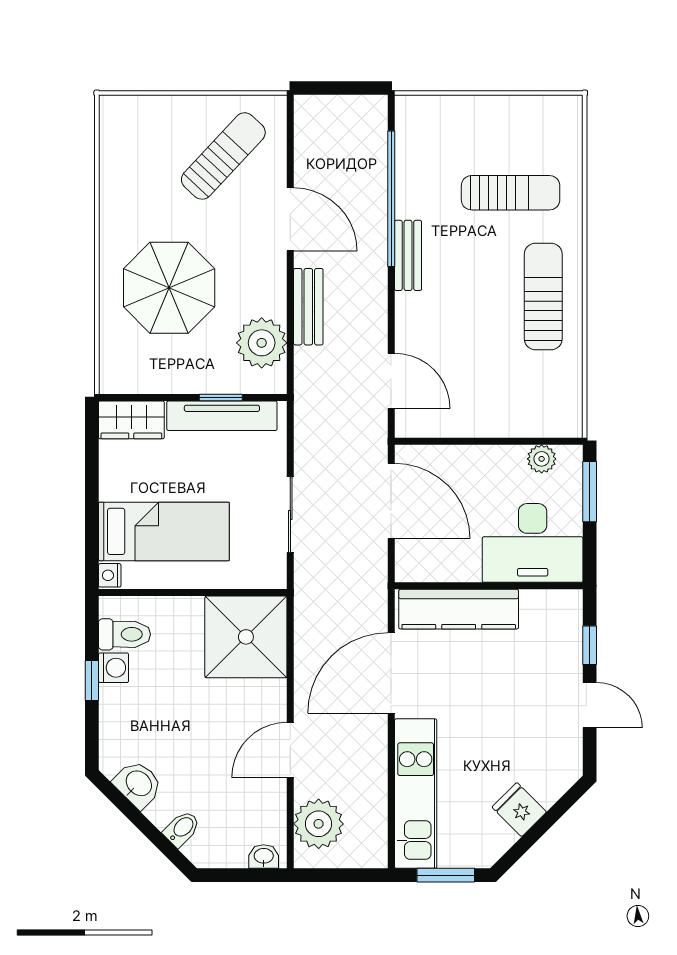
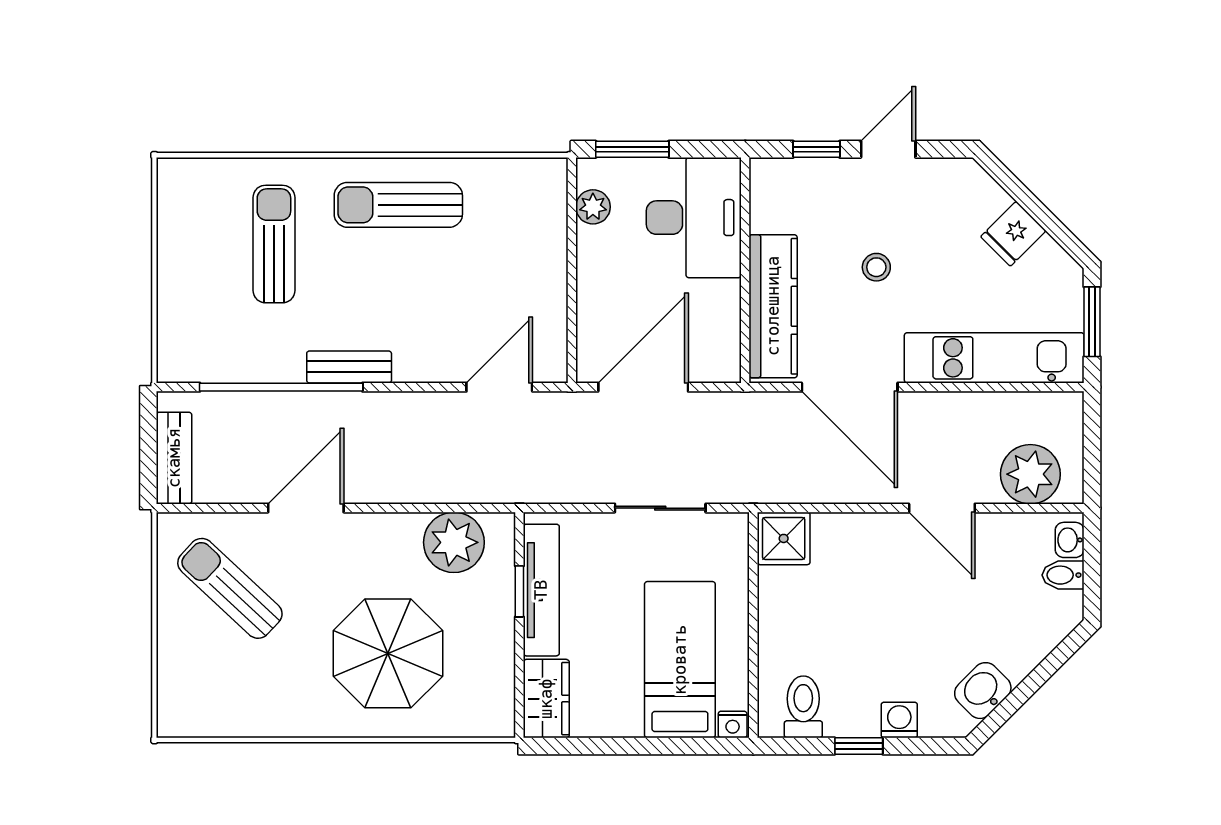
bench: (308, 307) -> (174, 458), moved, turned 90
shower: (246, 637) -> (784, 538), width x0.54, depth x0.54
washing machine: (113, 668) -> (899, 720), moved
stool: (491, 695) -> (876, 267), added
bidet: (182, 829) -> (1063, 575), moved, turned -45

